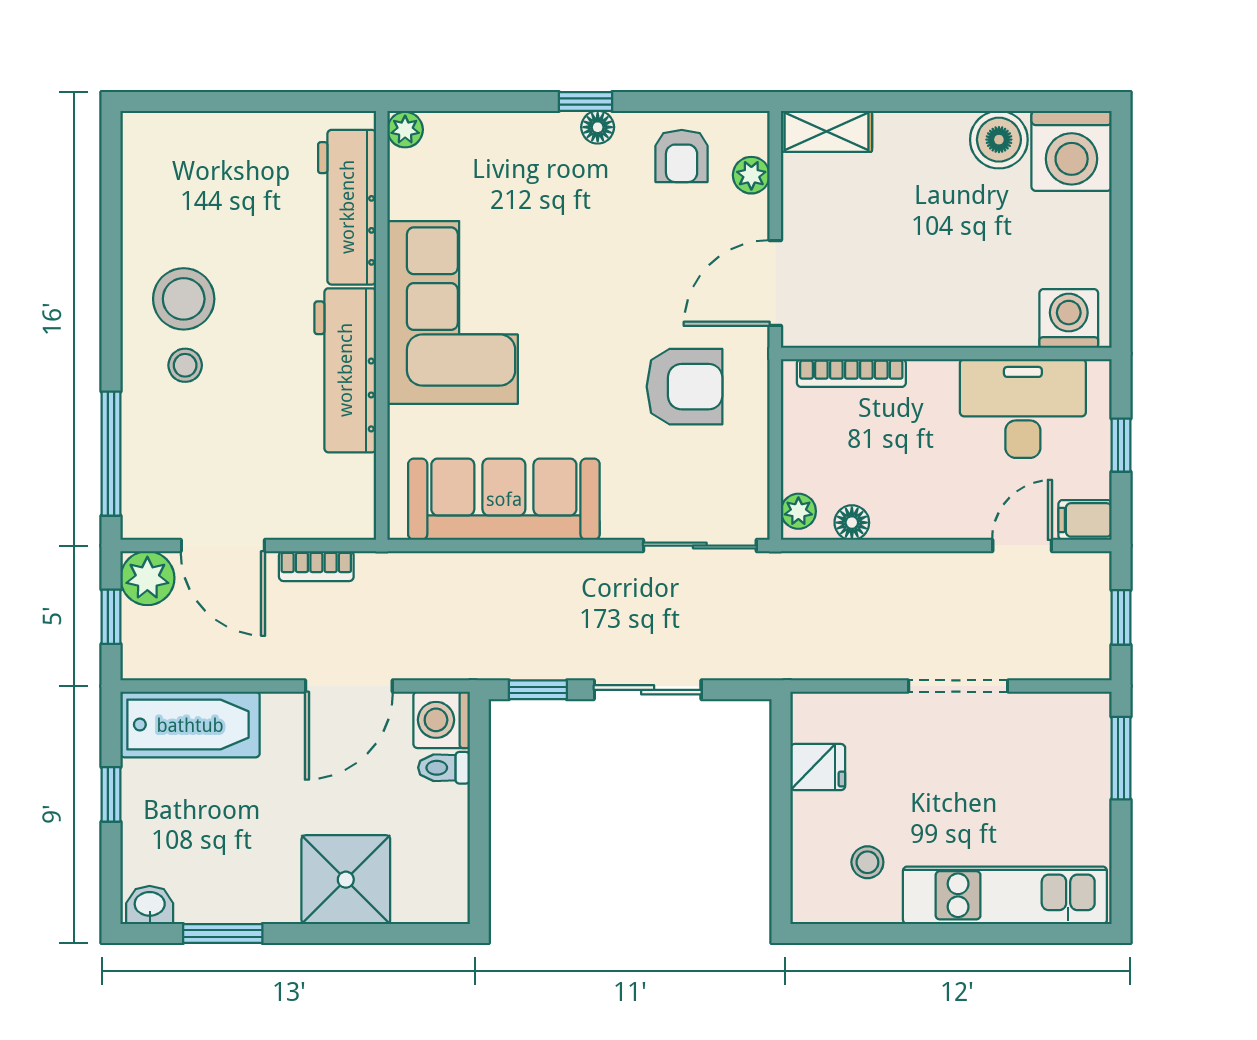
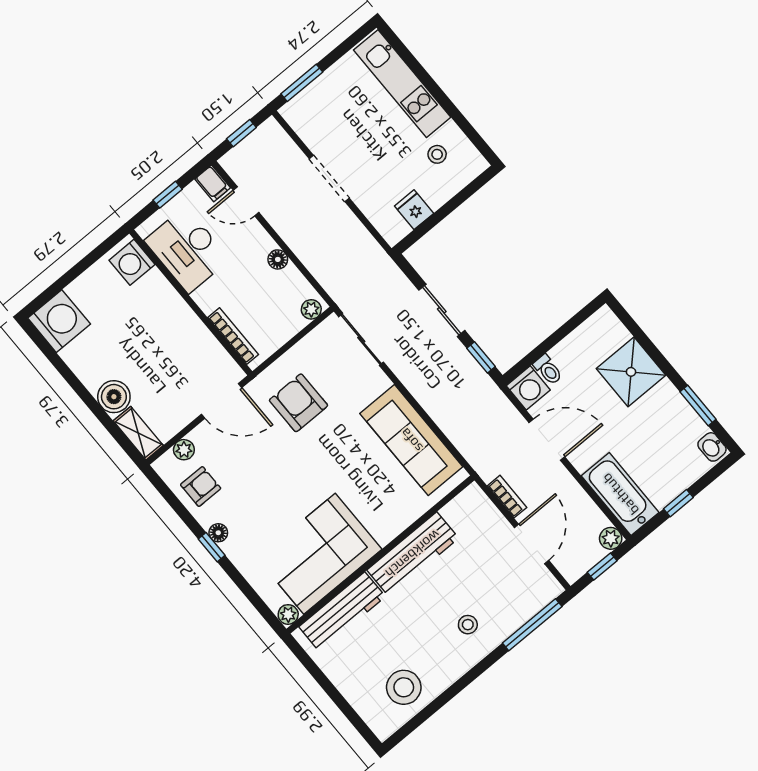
boiler: (999, 140) -> (114, 397), moved
stool: (184, 299) -> (404, 687), moved
corner sofa: (453, 312) -> (320, 554), moved
floor lamp: (852, 523) -> (278, 259), moved
plant: (147, 578) -> (611, 538), moved, width x0.73, depth x0.73

